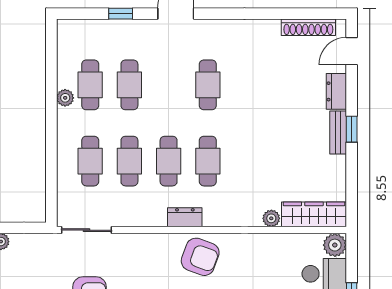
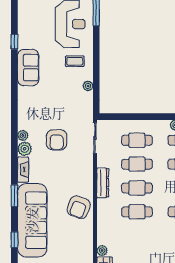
dresser: (185, 217) -> (103, 183), moved, width x1.44

